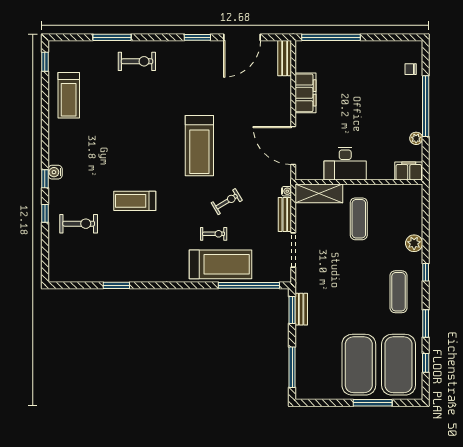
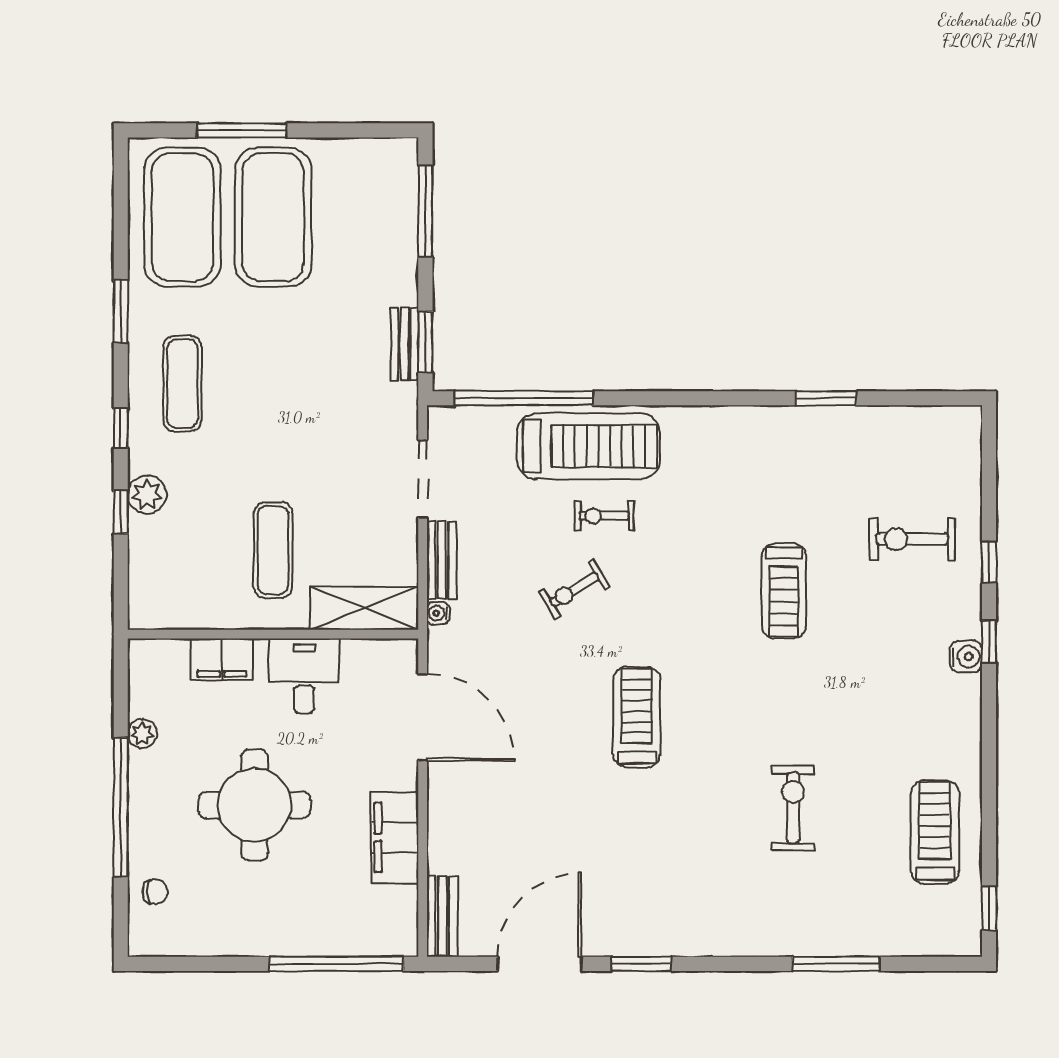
exercise bike: (137, 61) -> (793, 808), moved, turned 90
round table: (367, 107) -> (255, 805), added
treadmill: (199, 146) -> (637, 717), width x0.73, depth x0.73
desk: (345, 164) -> (304, 676), width x0.73
filing cabinet: (409, 171) -> (222, 659), moved
treadmill: (135, 201) -> (784, 591), turned 90
treadmill: (220, 264) -> (589, 446), turned 180
window: (426, 363) -> (121, 512), moved

